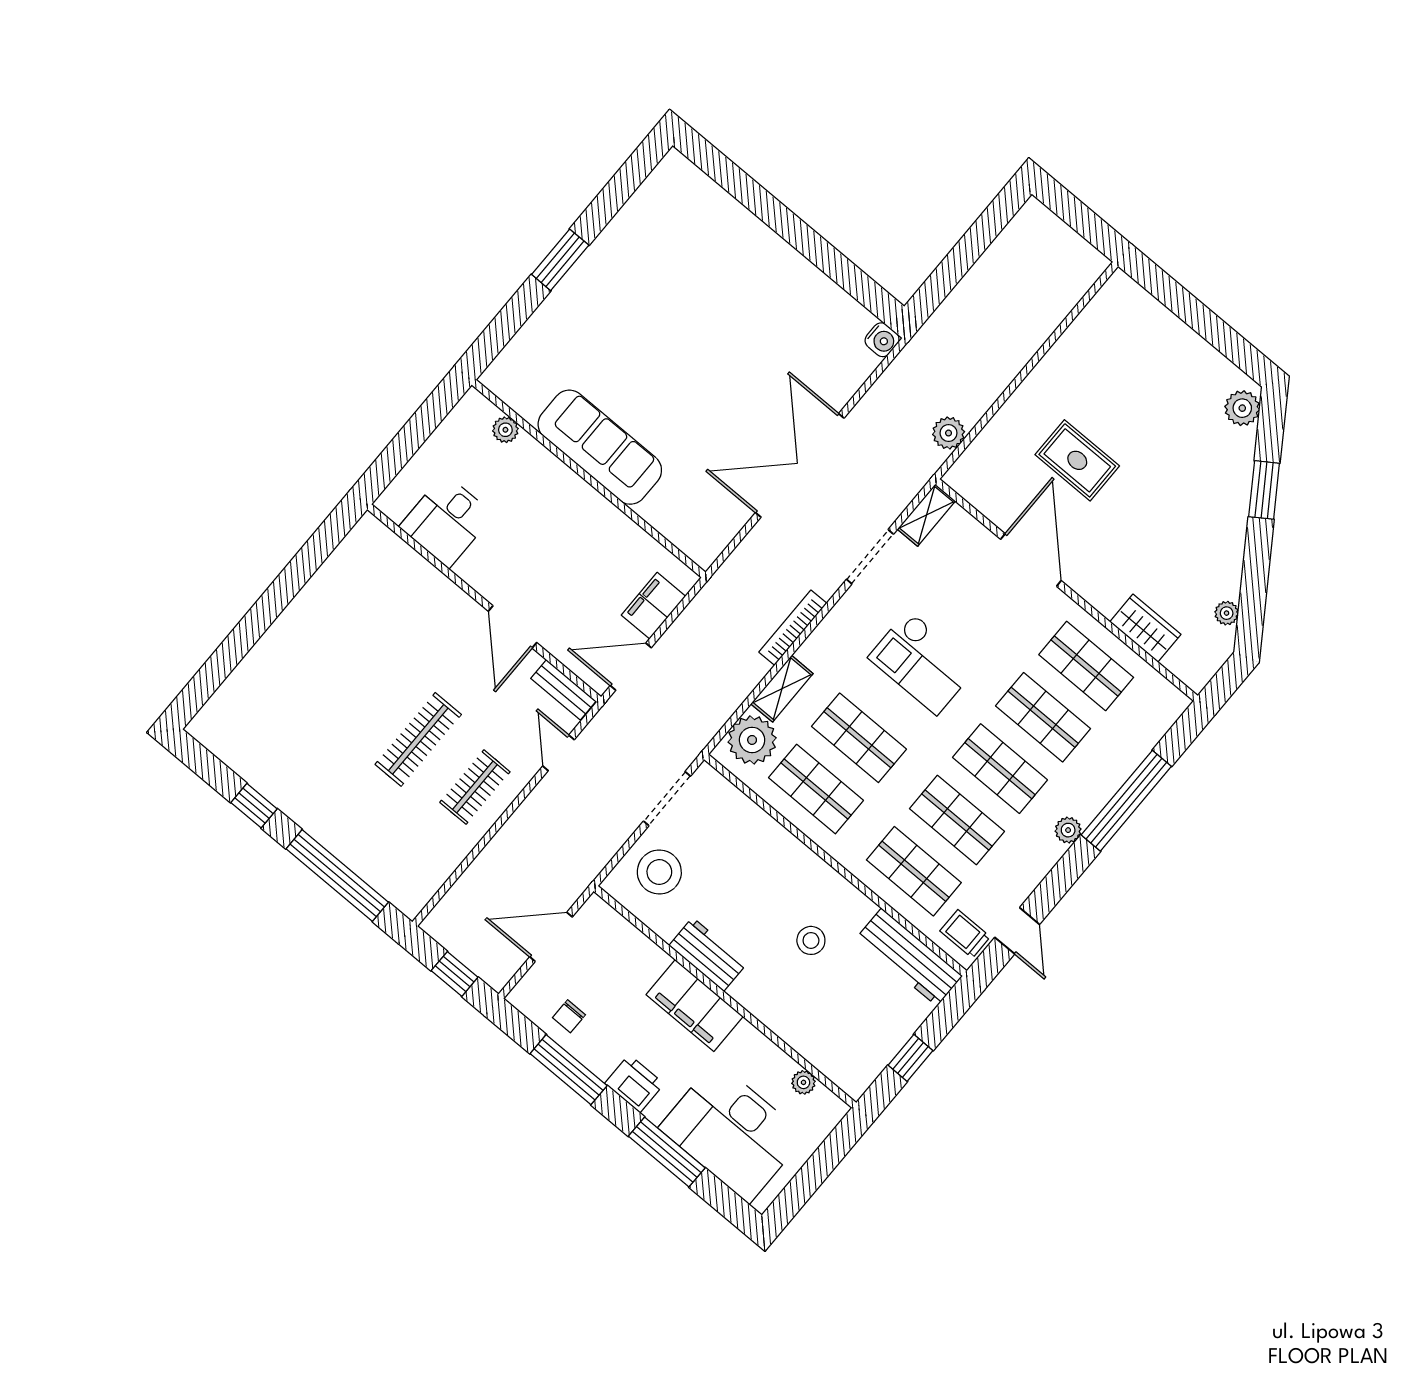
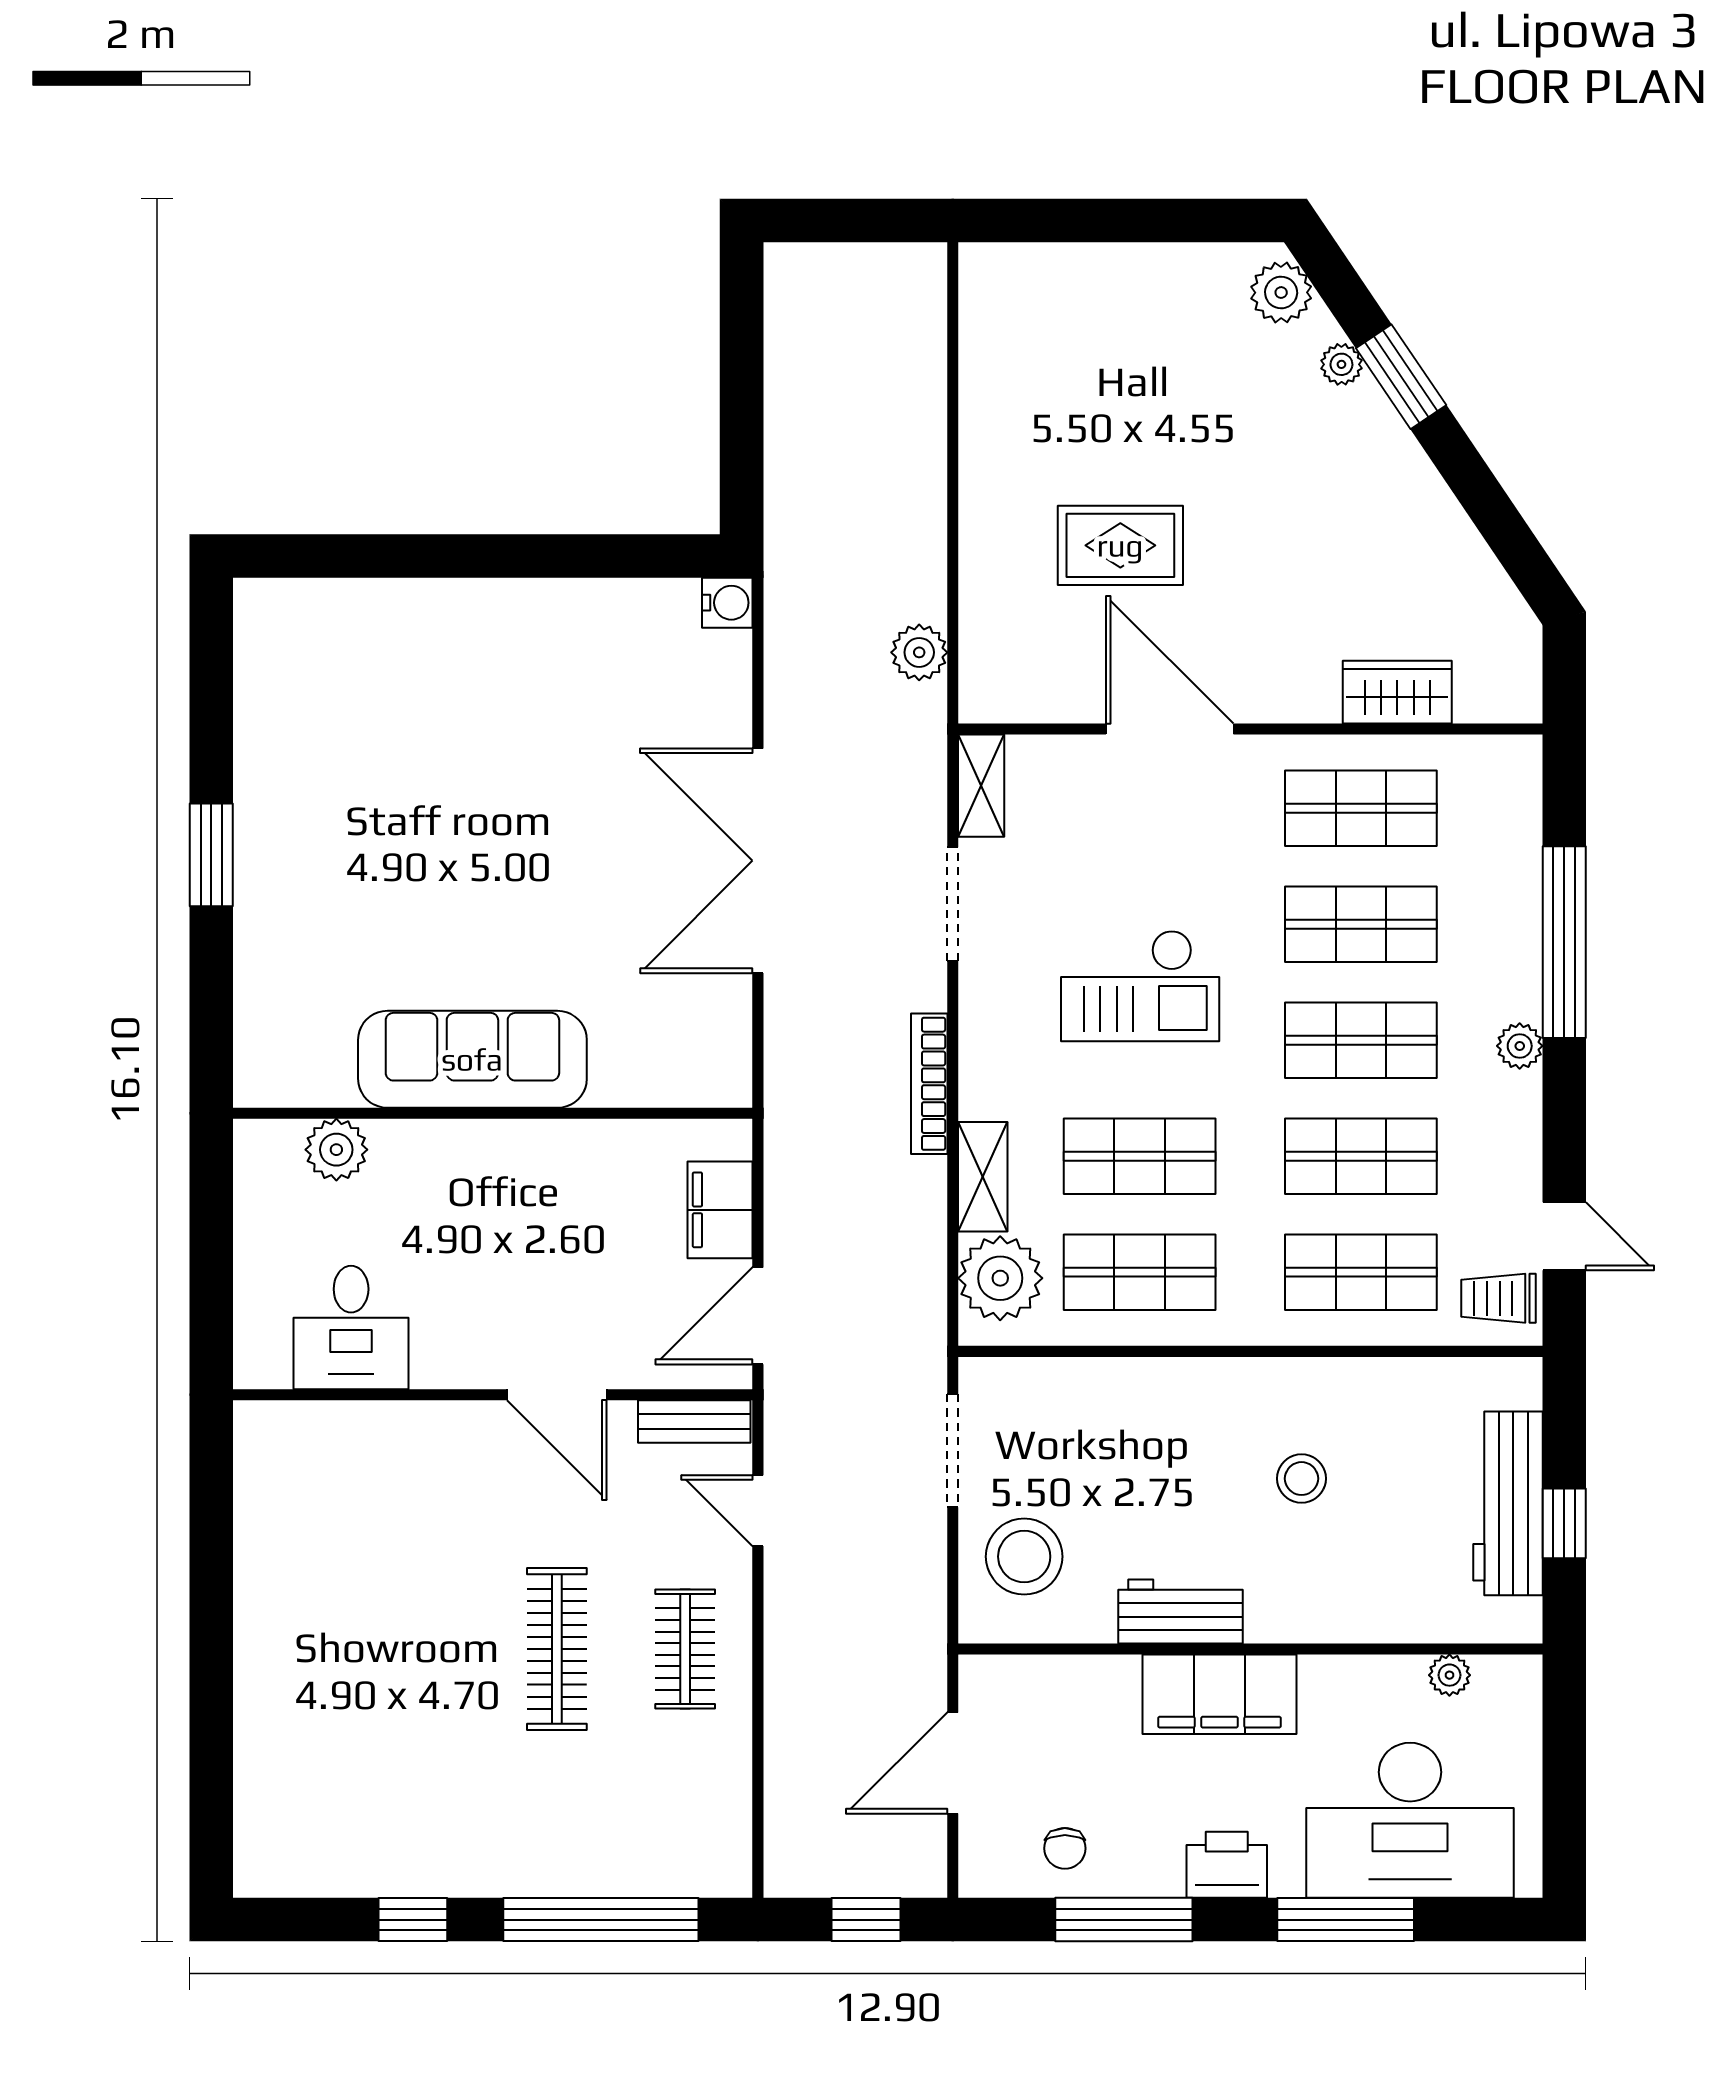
plant: (505, 430) -> (336, 1150), width x1.38, depth x1.38
plant: (1227, 613) -> (1341, 364), moved
workbench: (909, 957) -> (1508, 1503), moved, turned 90

